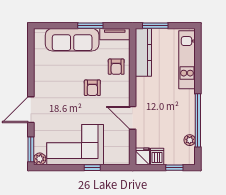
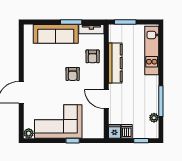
kitchen counter: (143, 52) -> (115, 63), moved
window: (198, 120) -> (161, 101), width x0.68
window: (31, 149) -> (21, 125), removed

